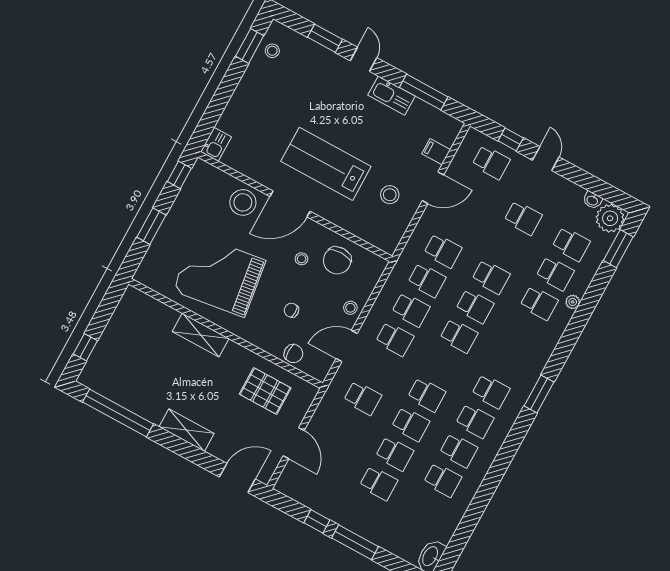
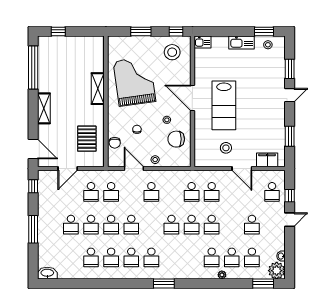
window: (424, 92) -> (290, 136), width x0.69
kitchen sink: (392, 96) -> (241, 43), moved, turned -90
filing cabinet: (436, 152) -> (267, 160), width x2.00
lab bench: (326, 164) -> (224, 105), turned 180
stool: (243, 202) -> (172, 52), moved
school desk: (411, 310) -> (91, 192), moved
window: (317, 521) -> (33, 186), moved

